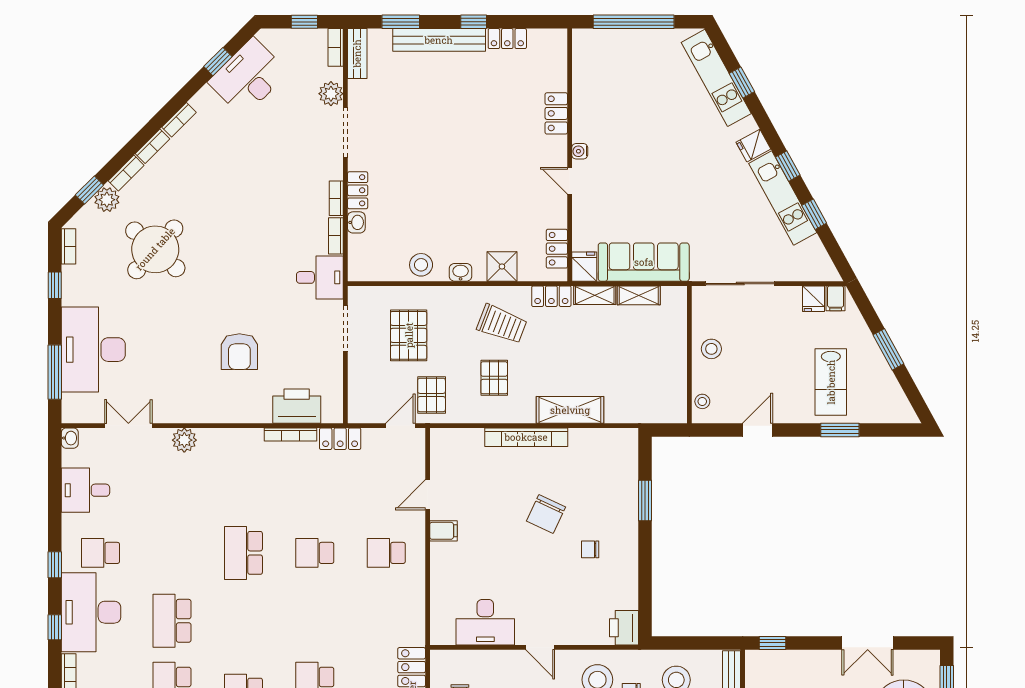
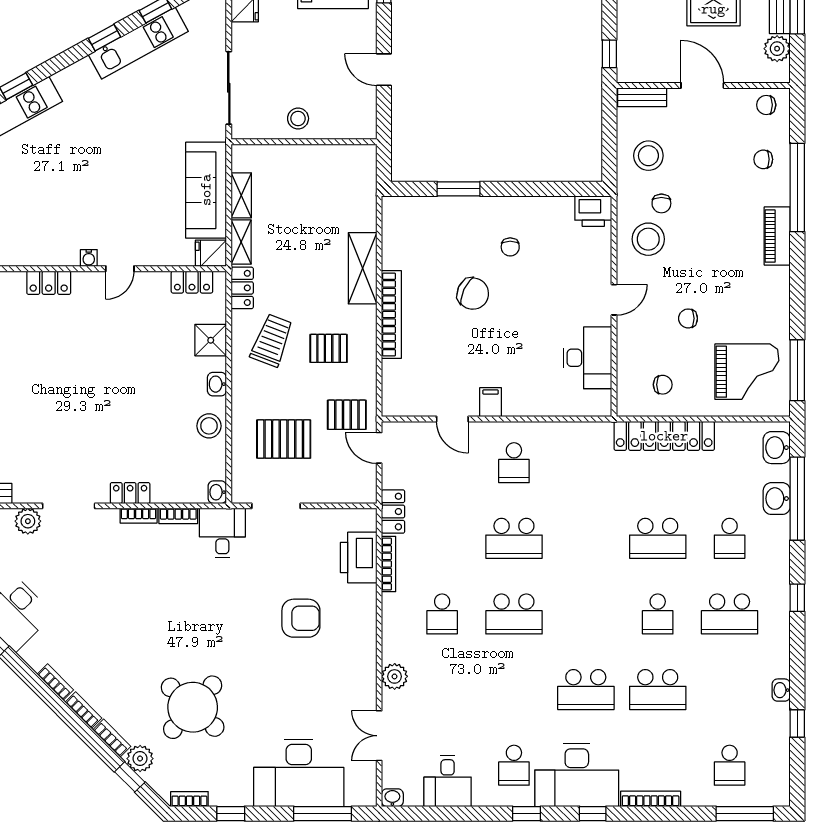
fridge: (753, 146) -> (83, 74), removed
washbasin: (356, 222) -> (217, 492), moved, turned -90
stool: (702, 401) -> (354, 128), removed
school desk: (243, 485) -> (442, 614), added
school desk: (315, 553) -> (514, 538), width x1.85

